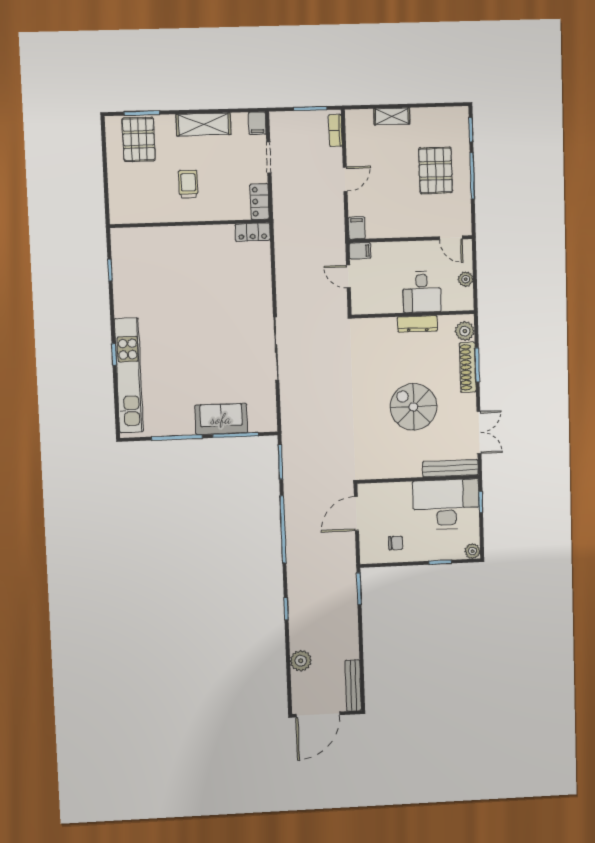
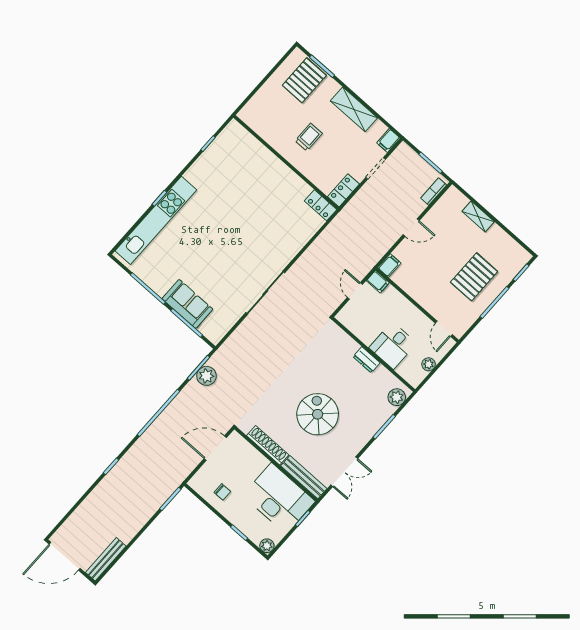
dresser: (417, 324) -> (367, 360), width x0.70
shoe rack: (468, 367) -> (268, 445), moved, turned 90
plant: (301, 661) -> (206, 376), moved

